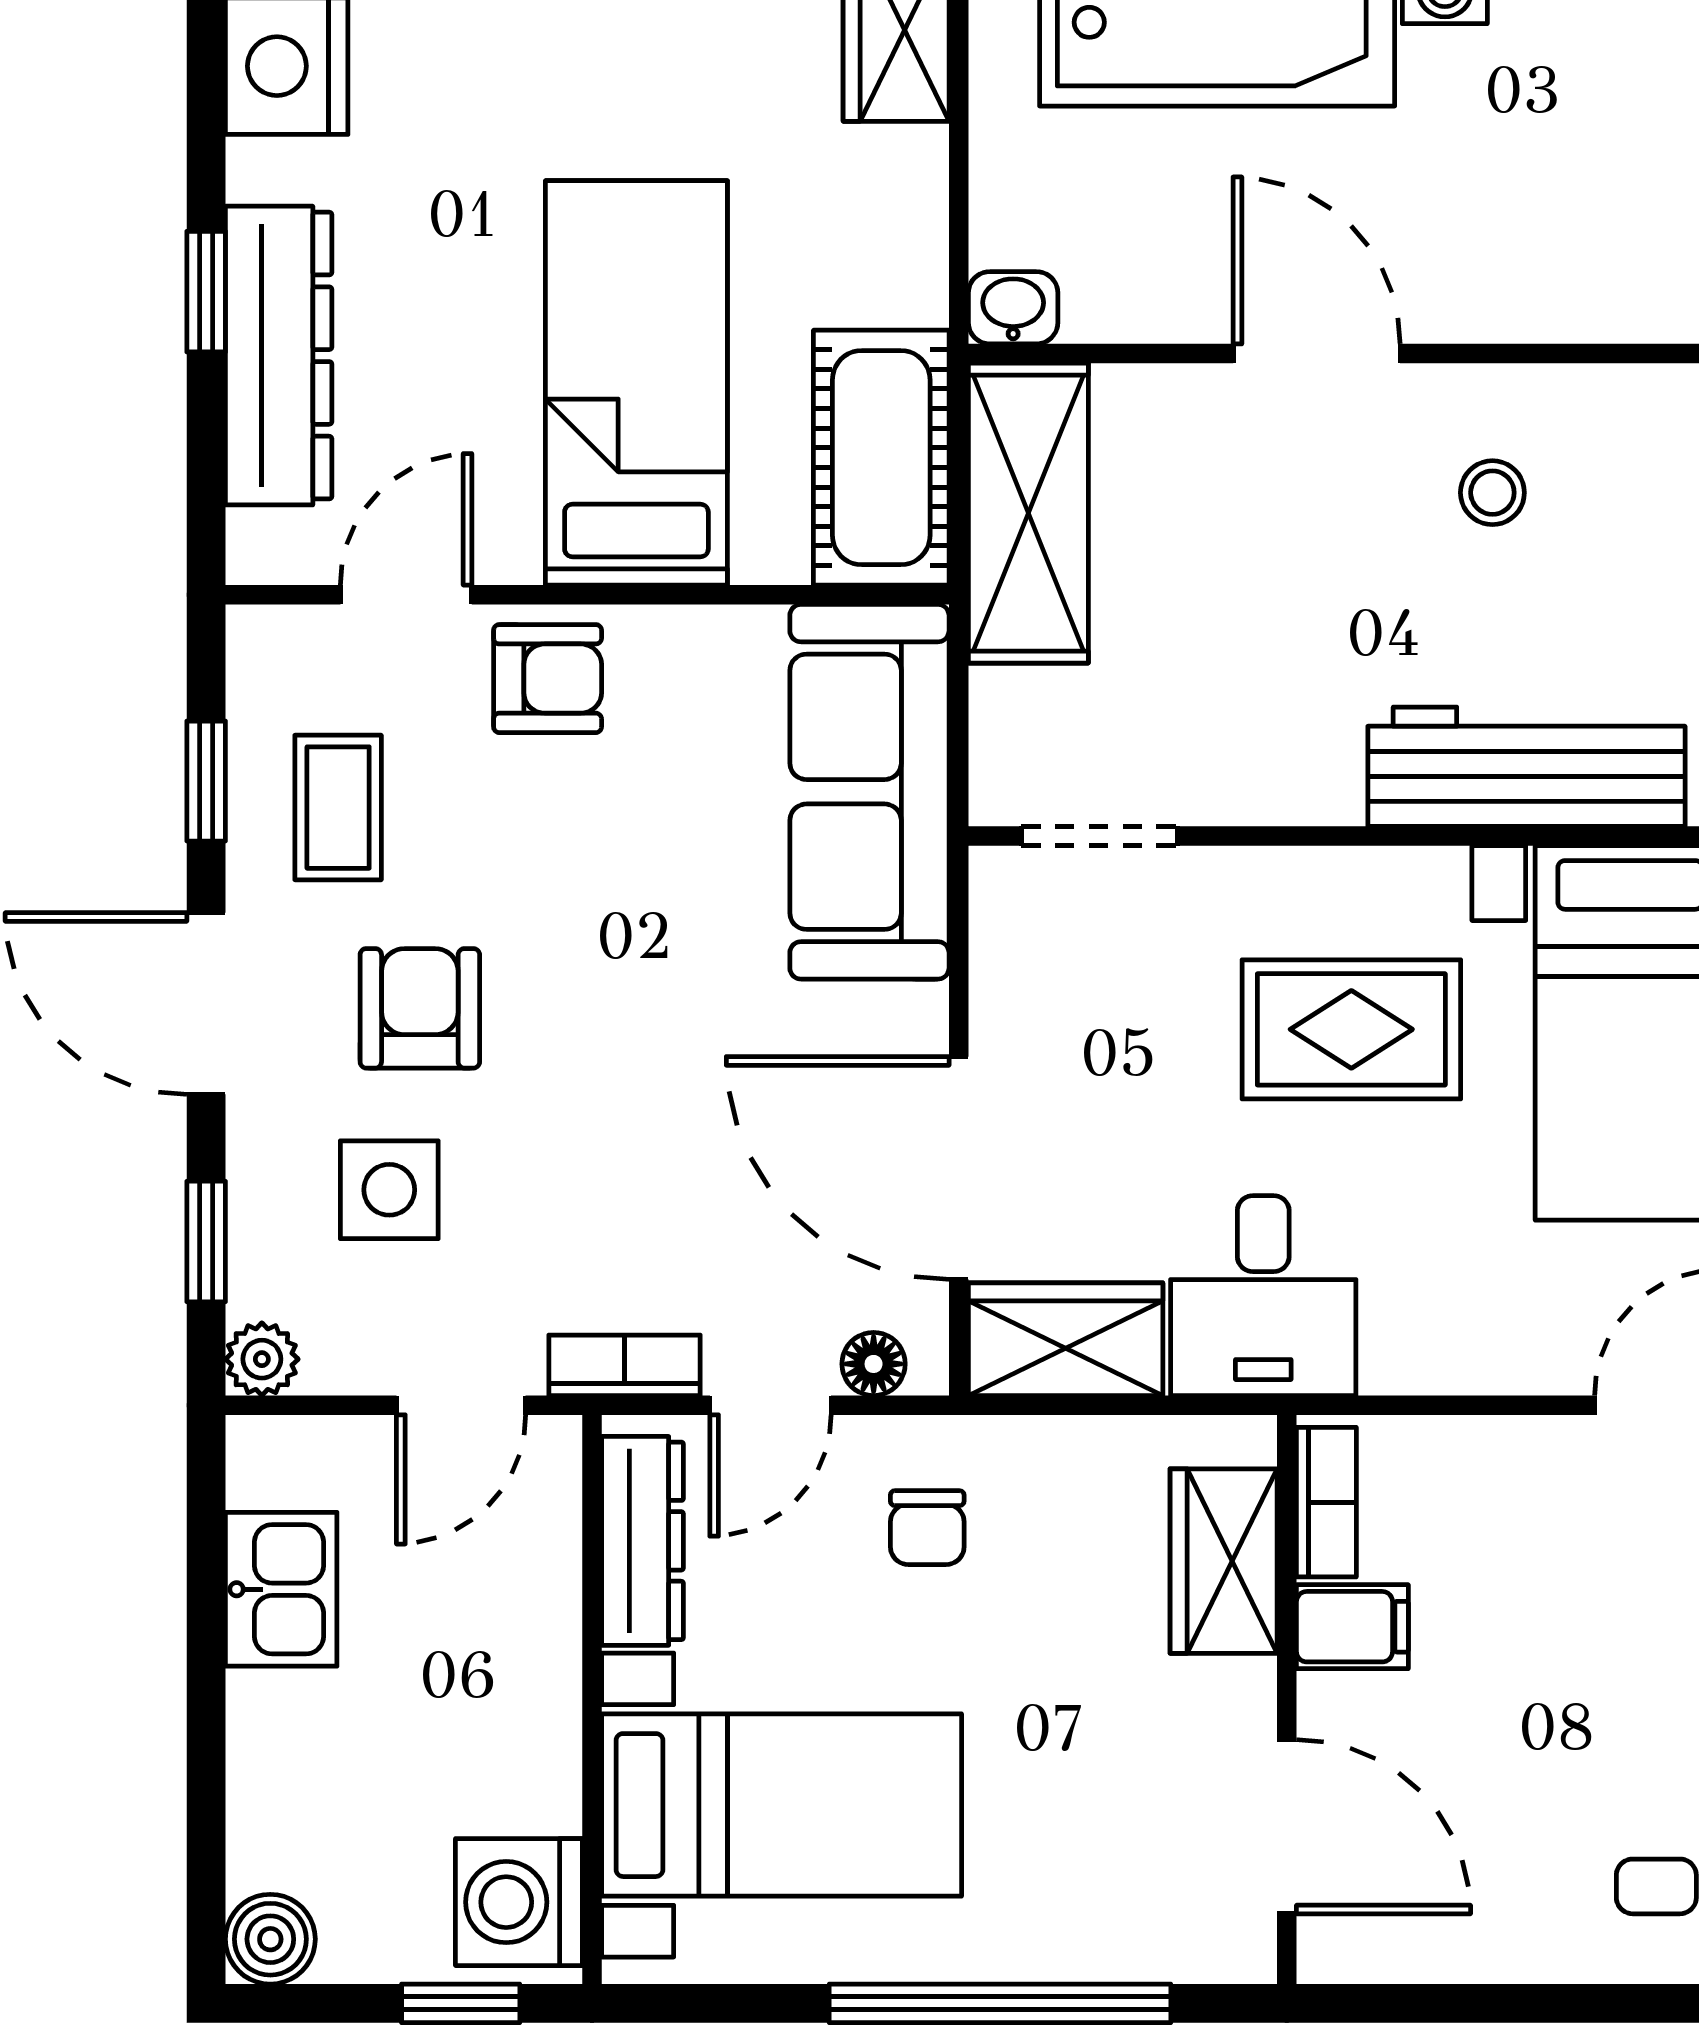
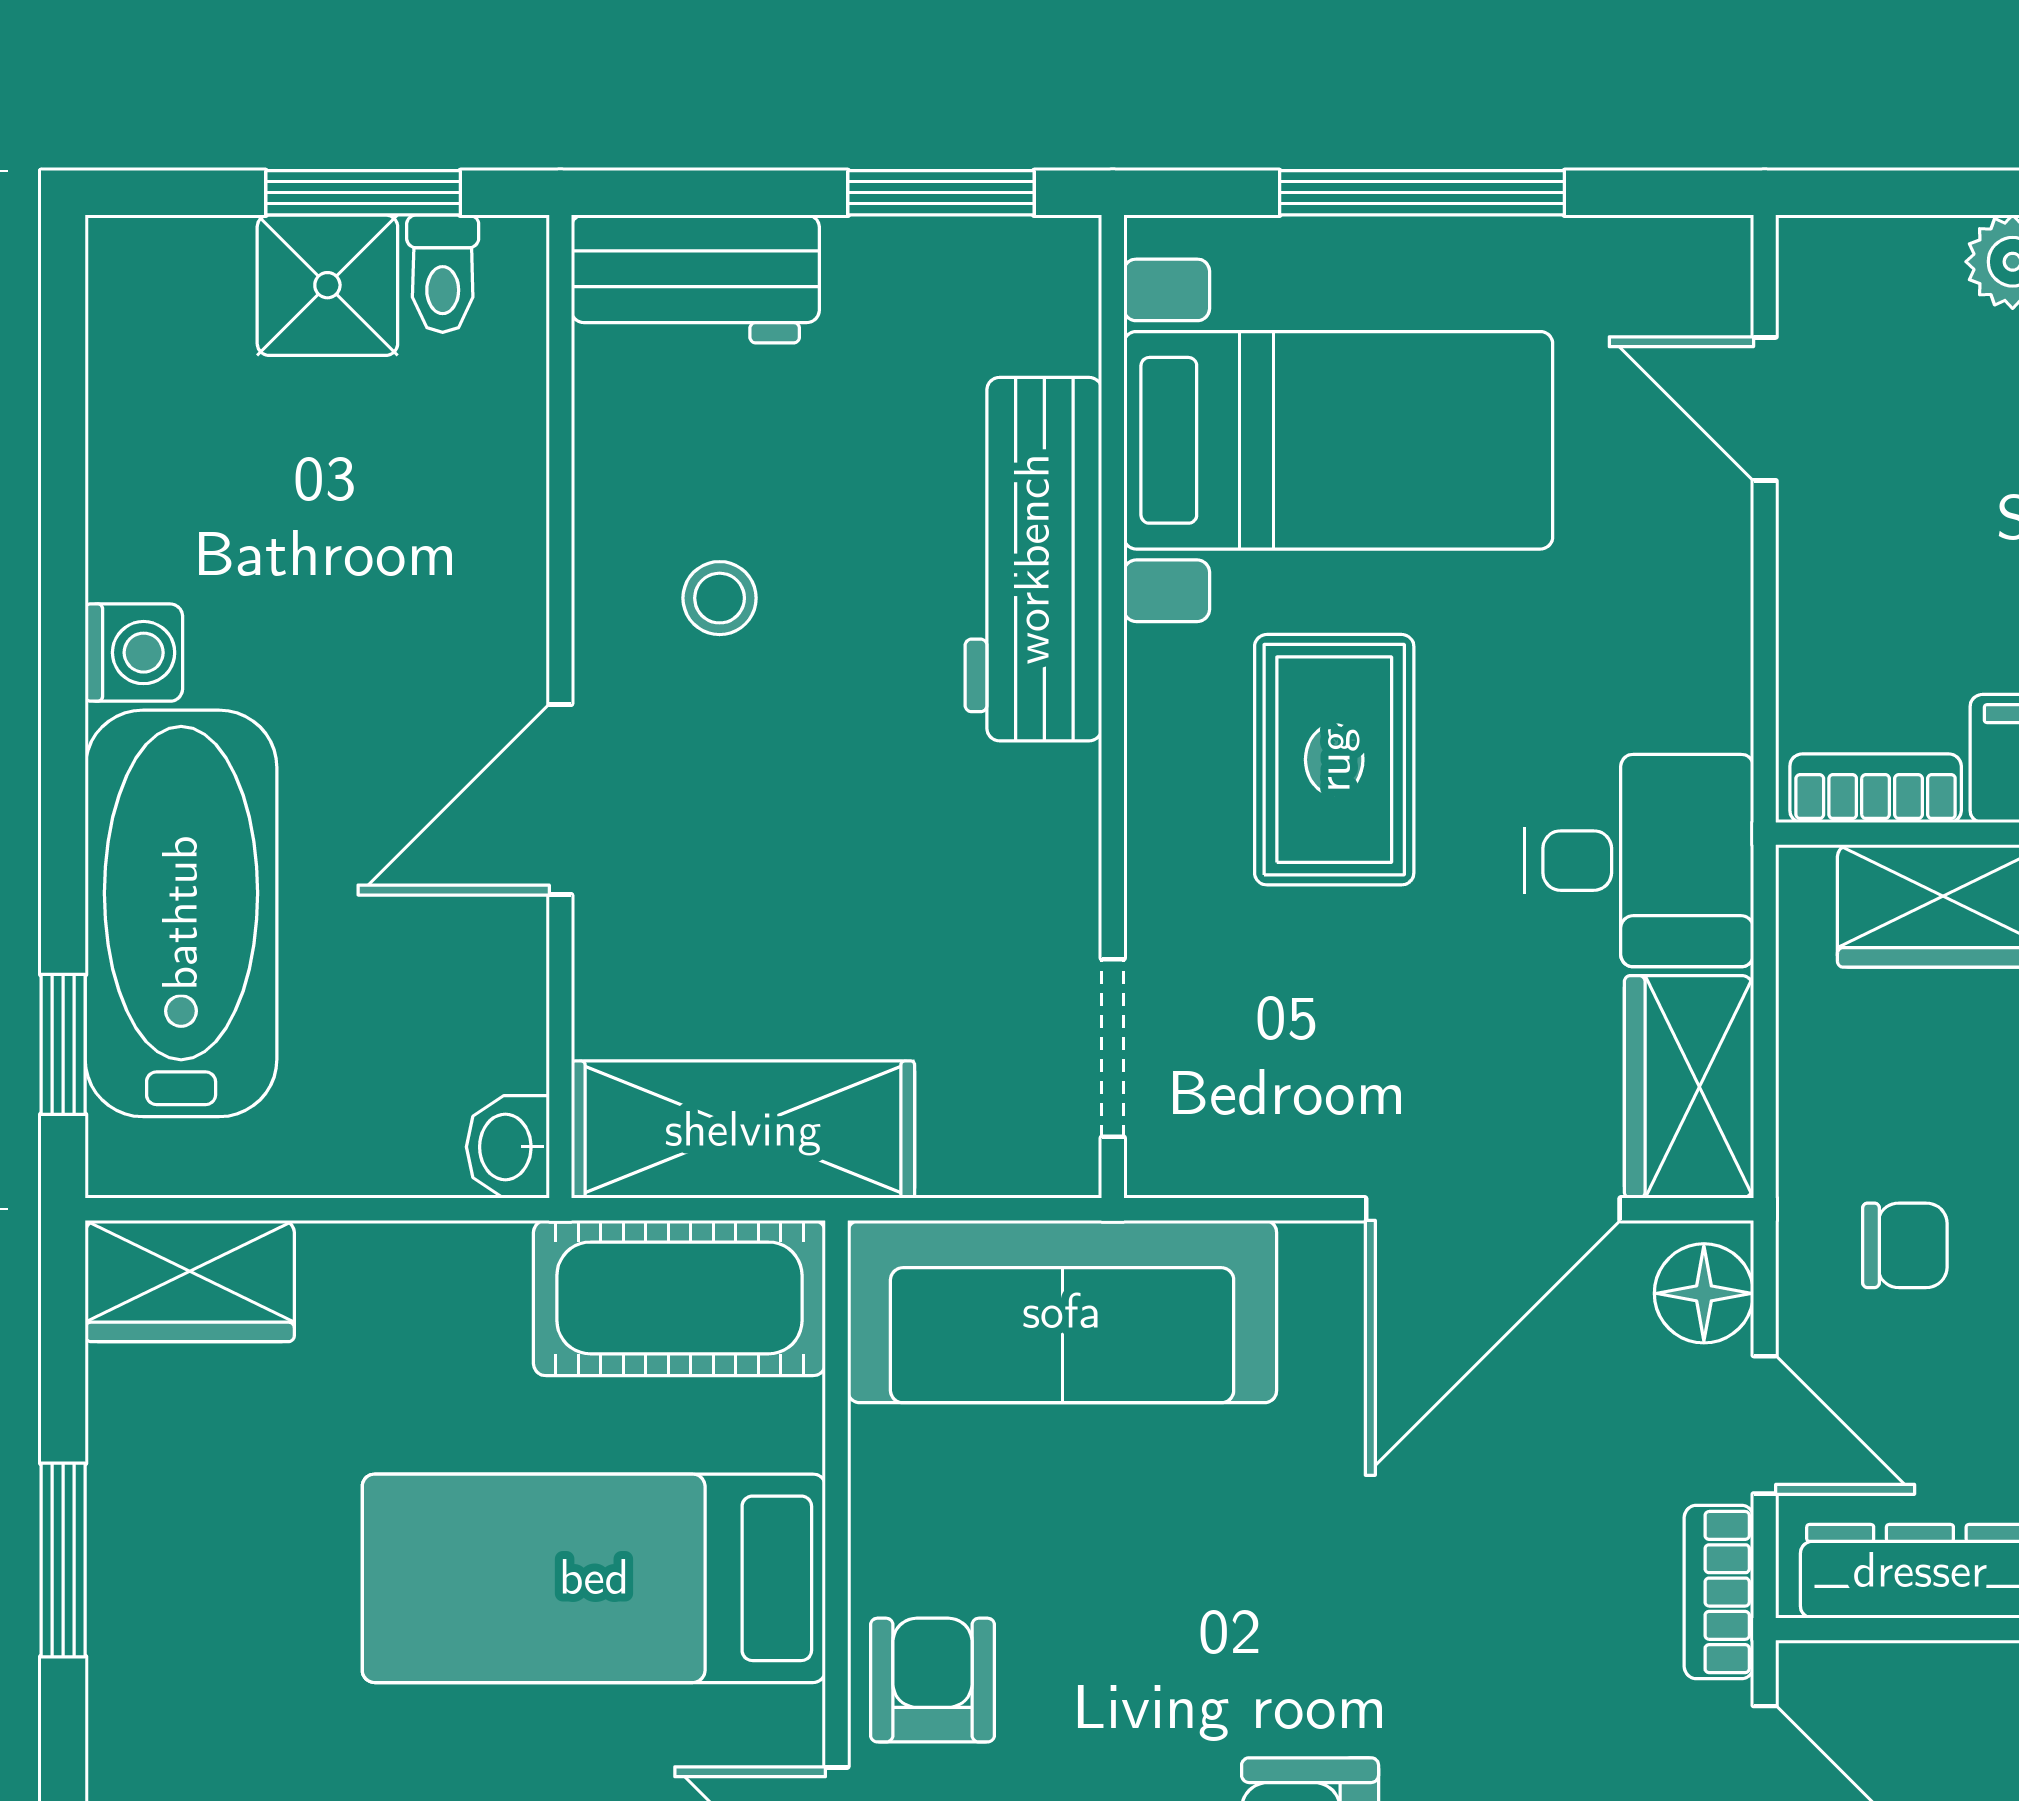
floor lamp: (874, 1364) -> (1704, 1293), width x1.37, depth x1.37

